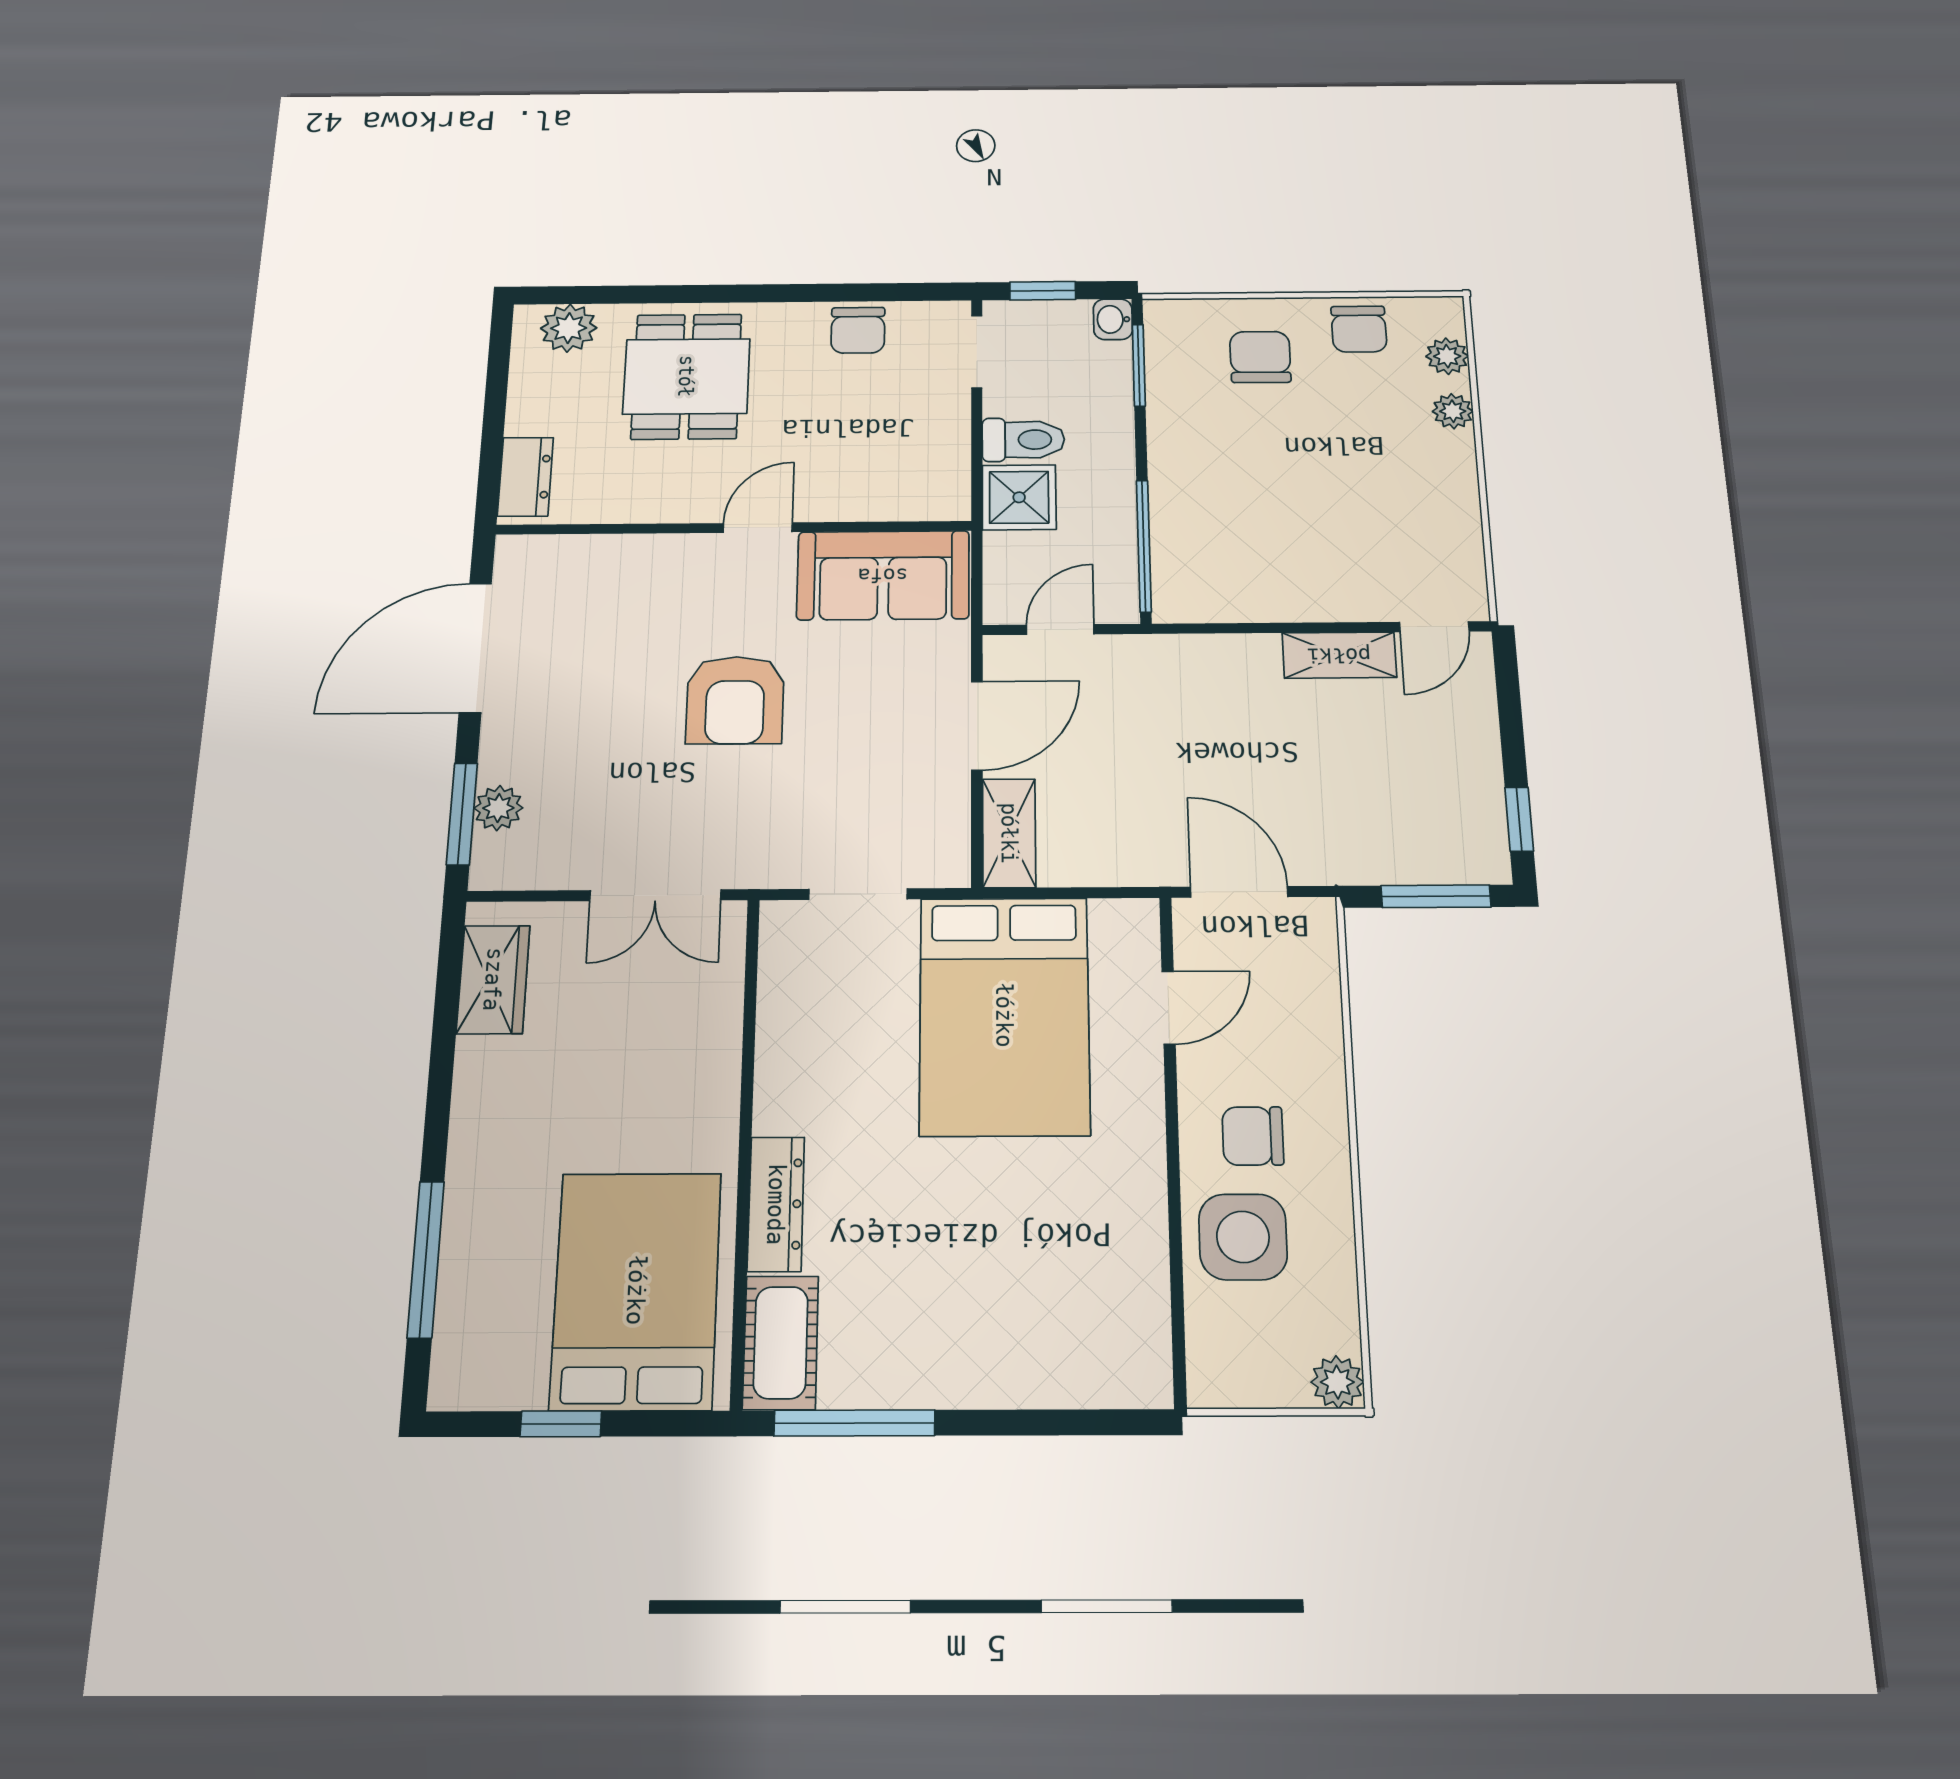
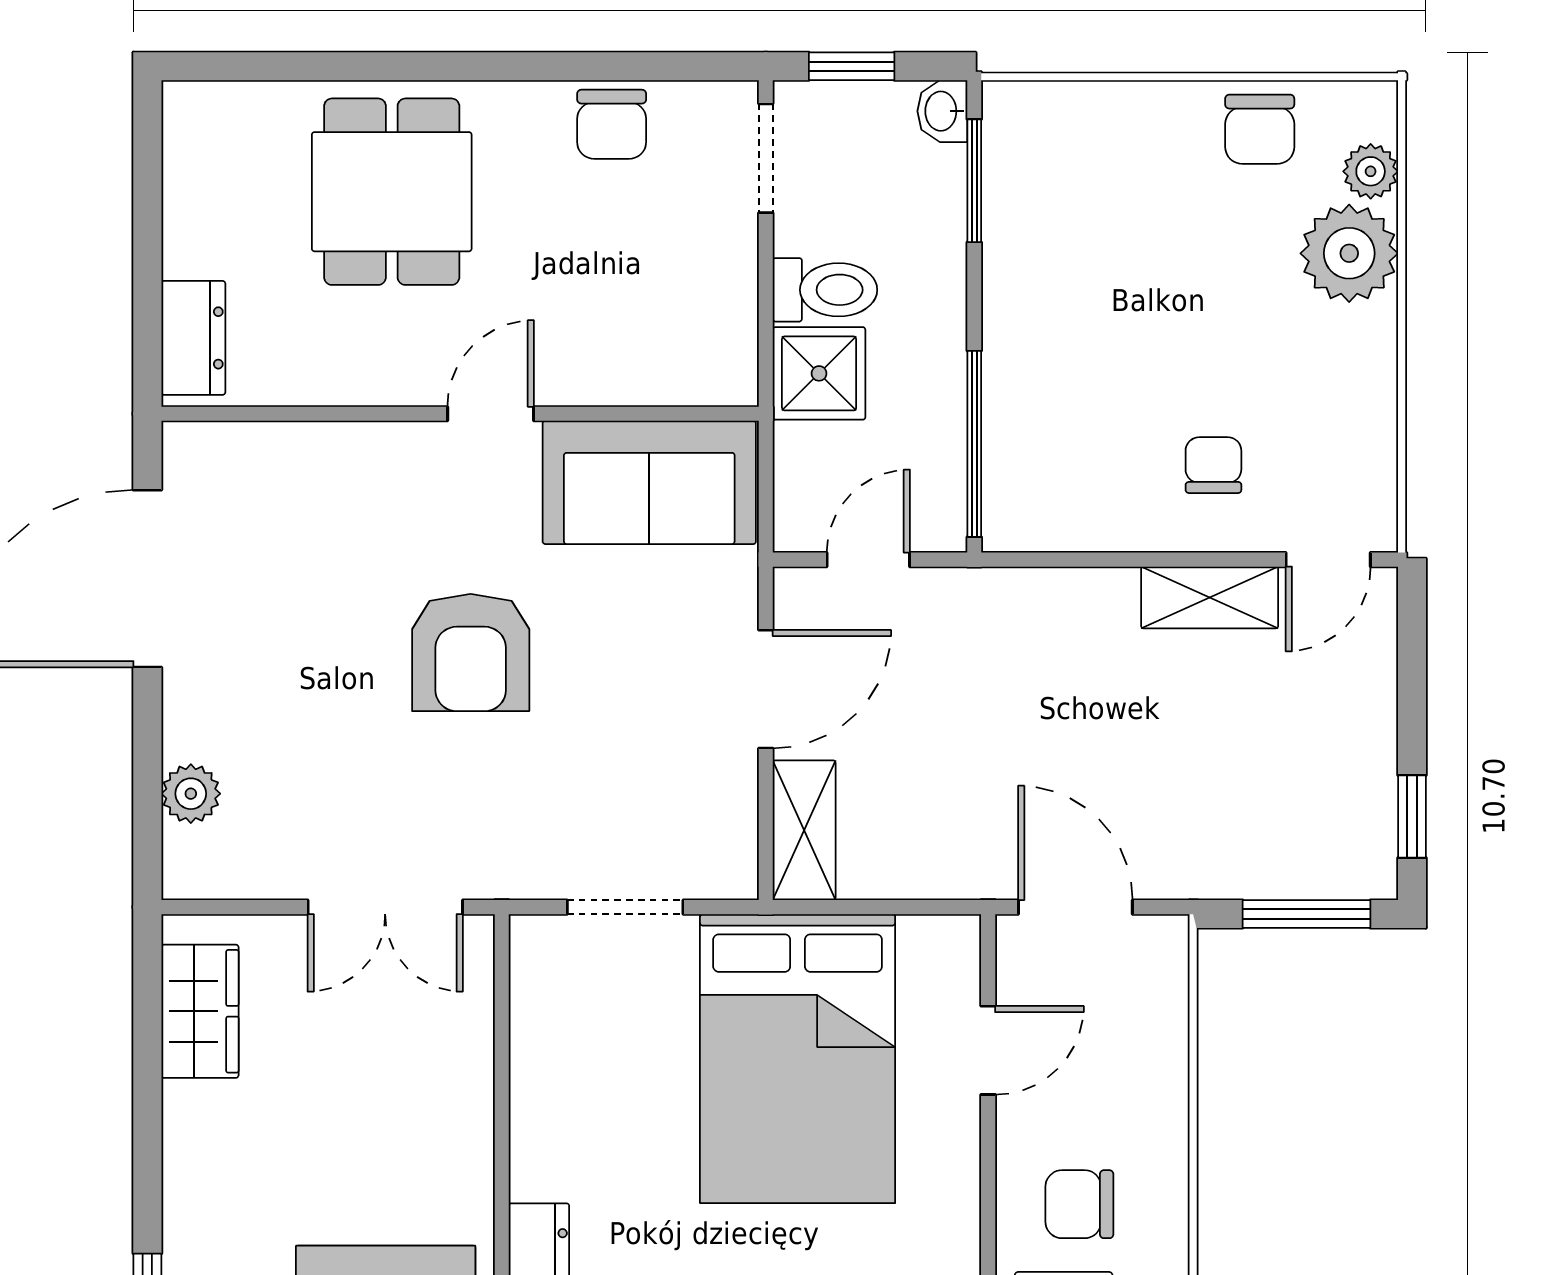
plant: (569, 328) -> (235, 117), removed
chair: (1260, 357) -> (1213, 465), moved, width x0.73, depth x0.73
plant: (1453, 411) -> (1349, 253), width x1.87, depth x1.87
window: (462, 814) -> (147, 801), removed

